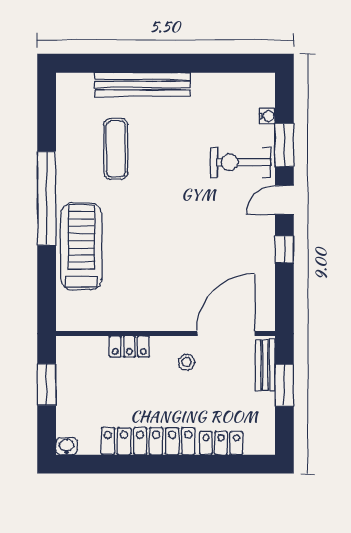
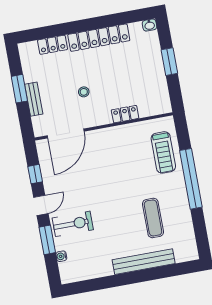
treadmill: (81, 247) -> (163, 152), width x0.73, depth x0.73
wall: (165, 334) -> (104, 126), moved
door: (226, 334) -> (66, 133), moved
locker: (129, 347) -> (125, 114), moved

